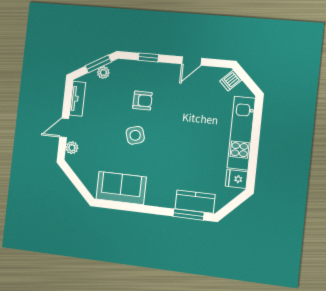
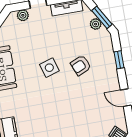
armchair: (142, 100) -> (81, 65), turned 67

